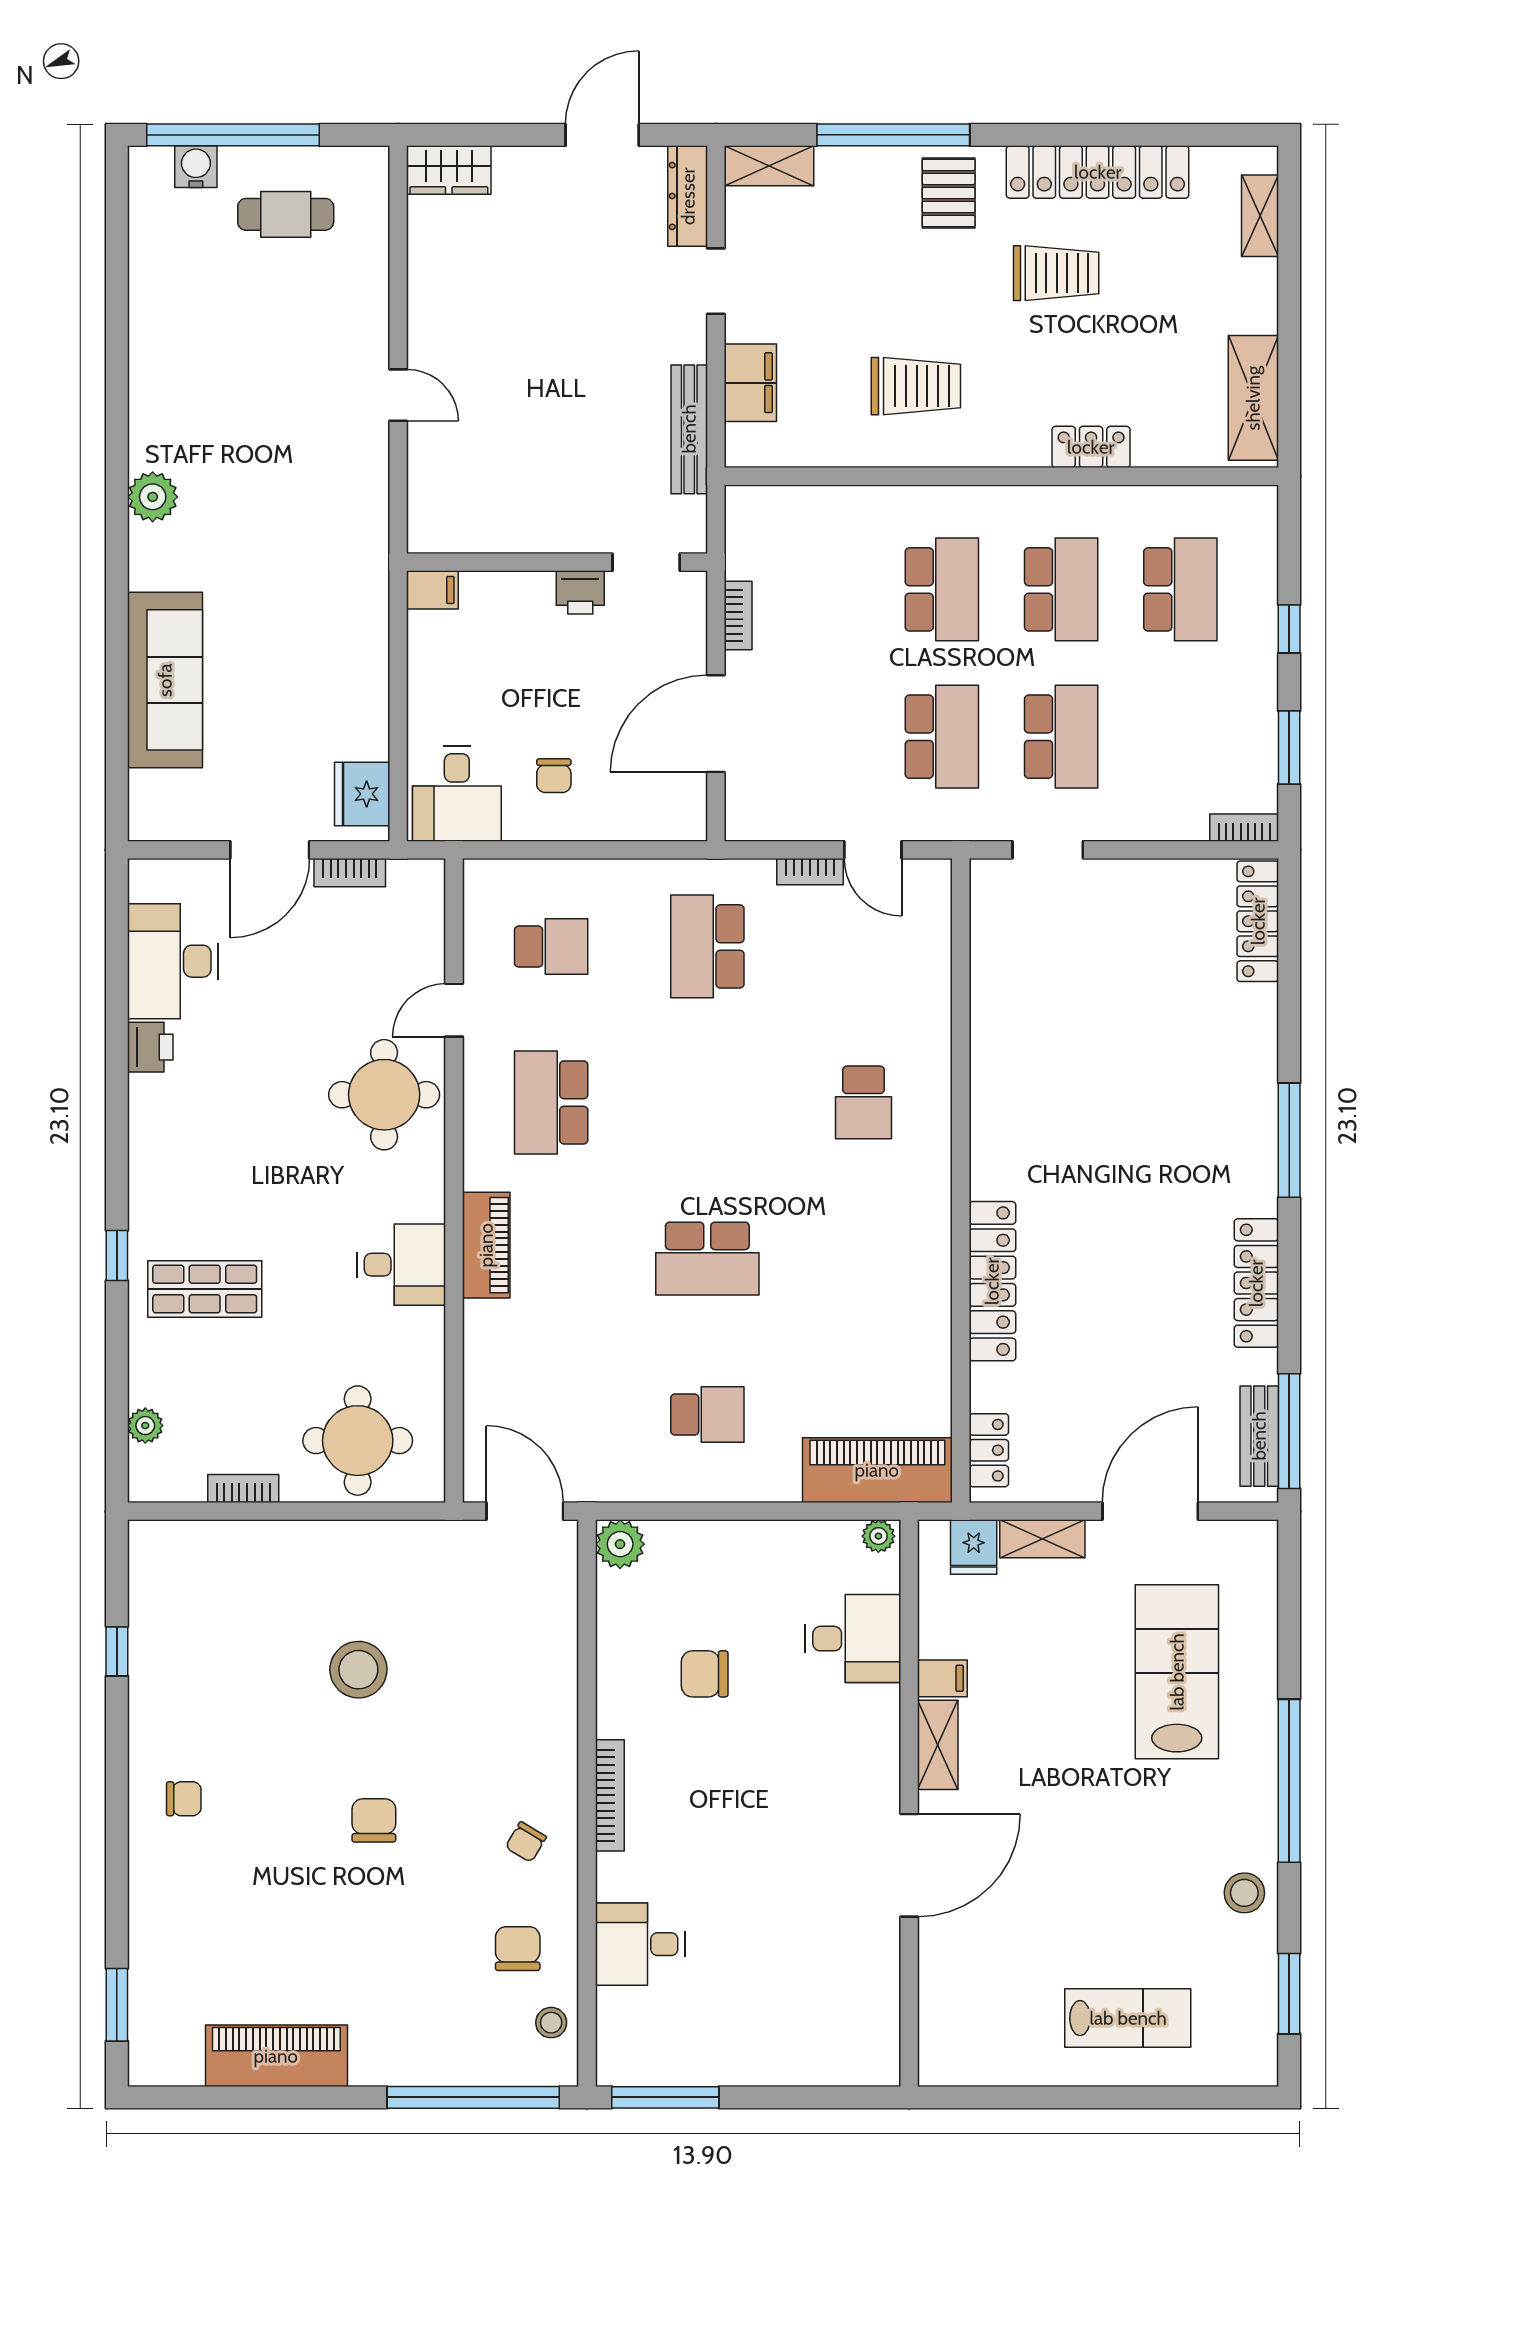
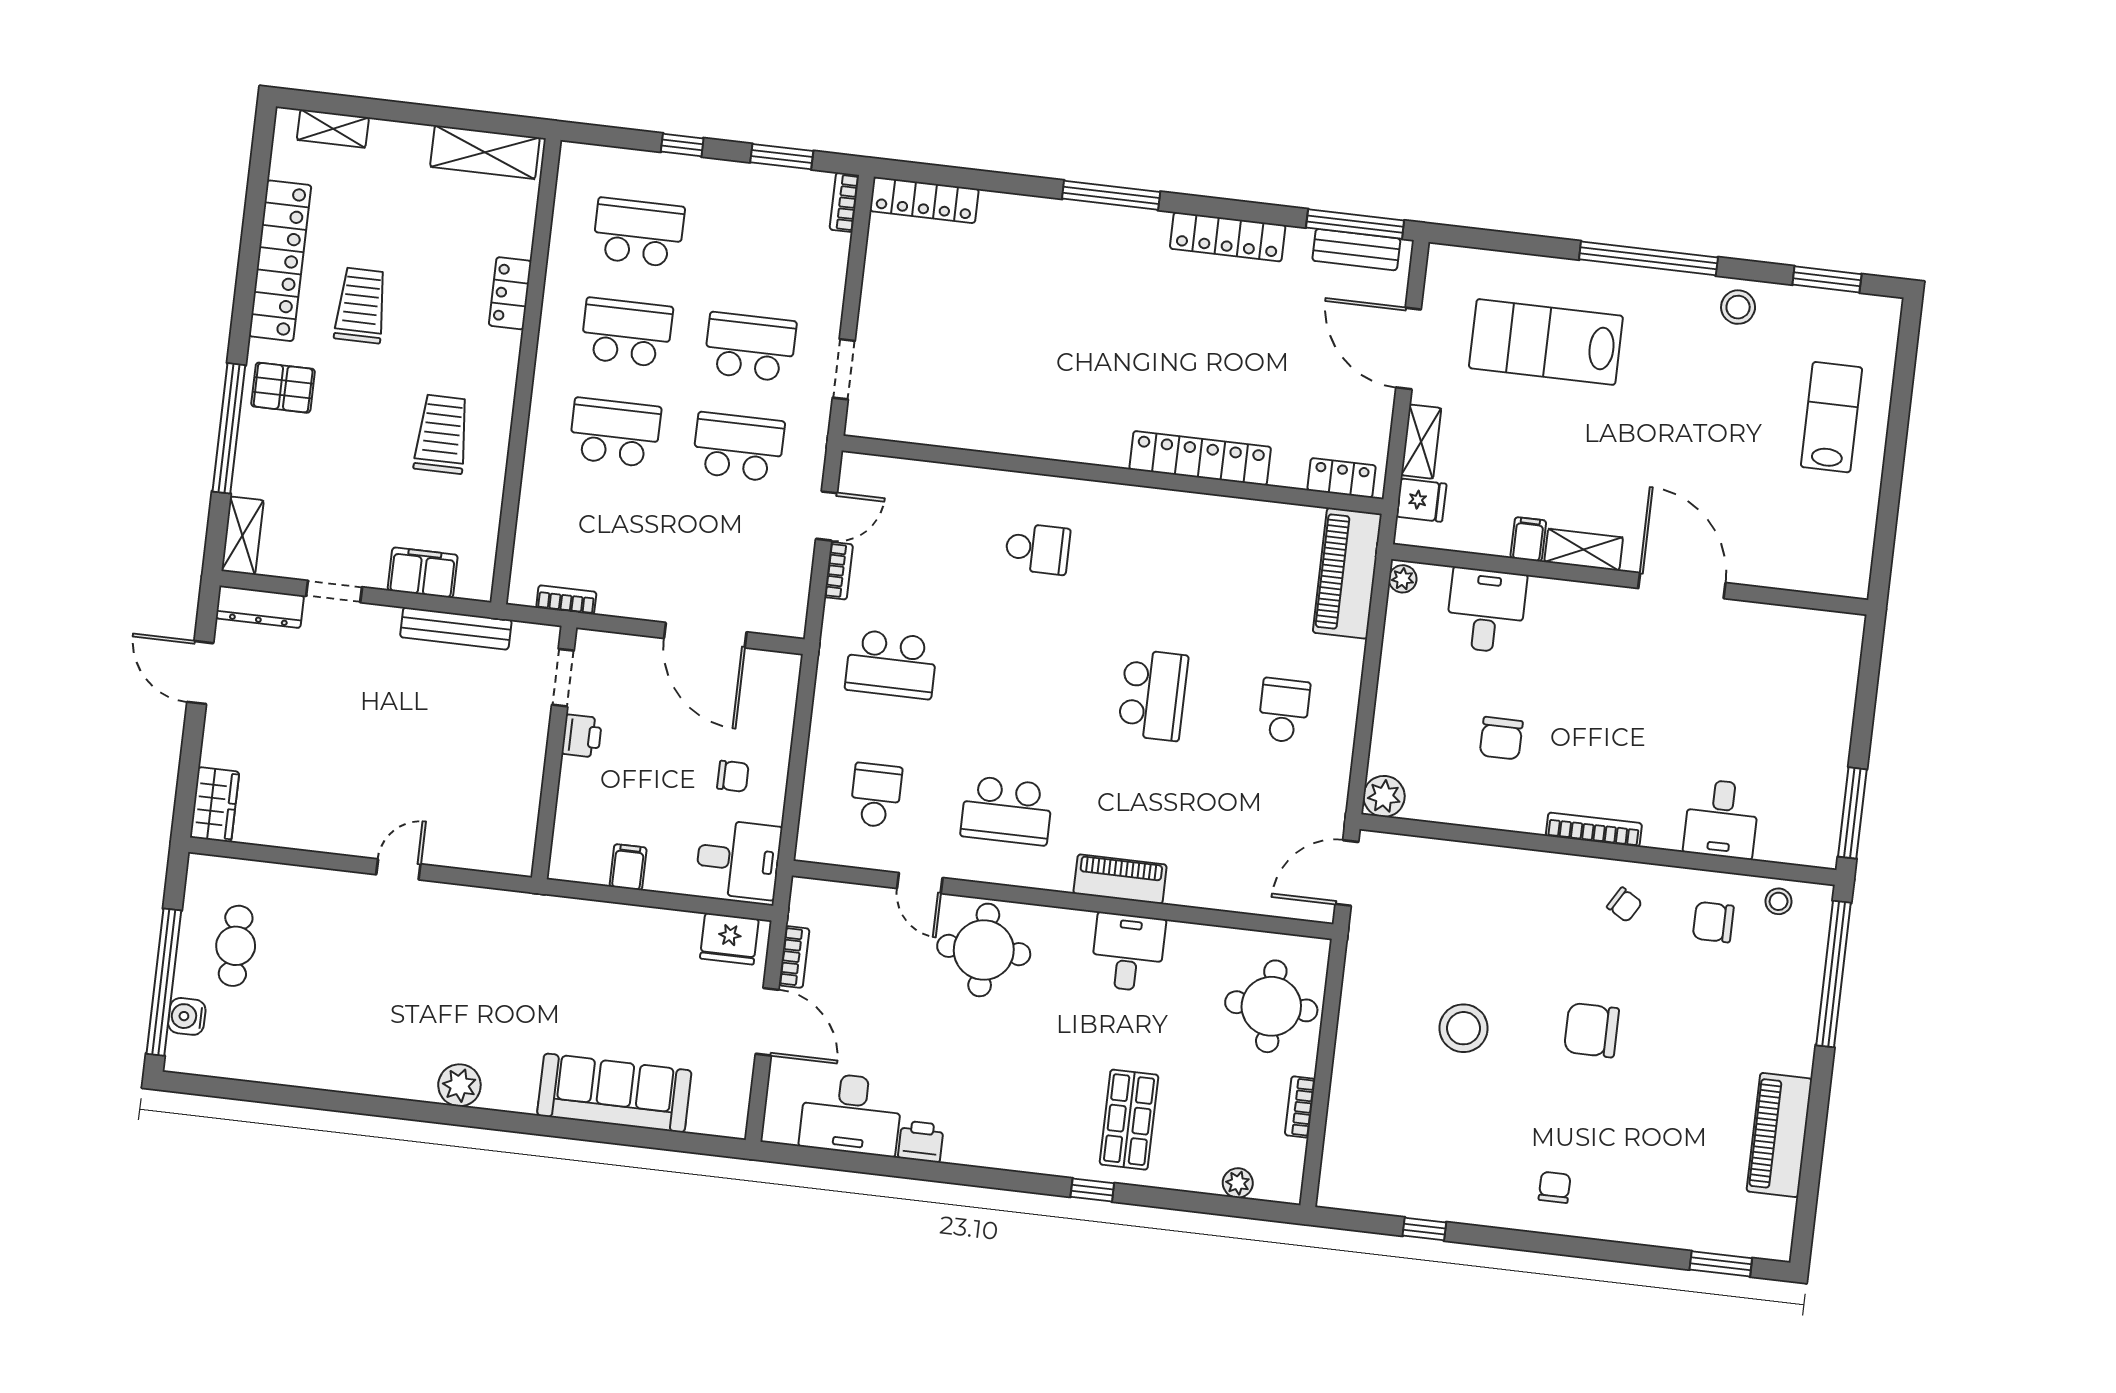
filing cabinet: (432, 590) -> (628, 867), moved
bookcase: (738, 615) -> (566, 600), moved
chair: (374, 1820) -> (1591, 1030), width x1.37, depth x1.37

